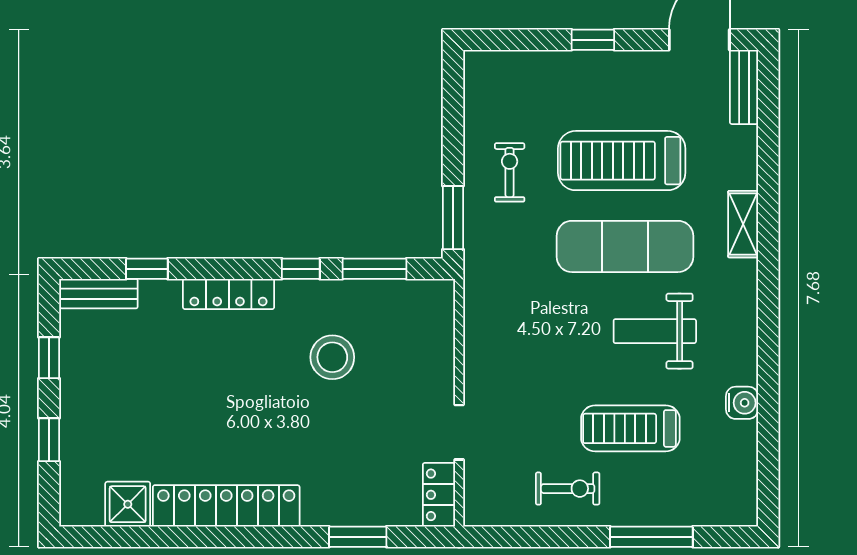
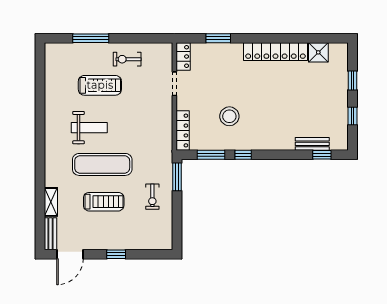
treadmill: (622, 161) -> (104, 202), width x0.73, depth x0.73
shelving: (743, 224) -> (51, 202), moved
window: (147, 269) -> (322, 155), moved
bench: (99, 294) -> (312, 144), moved
locker: (229, 294) -> (183, 131), moved, turned 90
water cooler: (742, 403) -> (51, 96), removed

